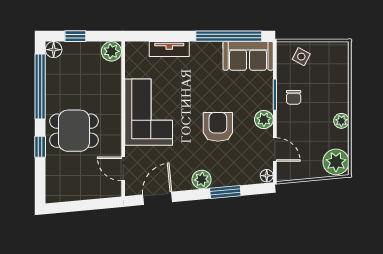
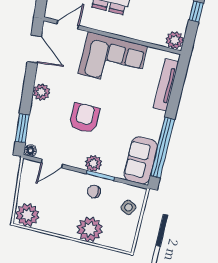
tv unit: (169, 49) -> (166, 85), width x1.41
plant: (264, 120) -> (93, 163), moved
plant: (341, 121) -> (90, 229), moved, width x1.88, depth x1.88
armchair: (218, 127) -> (84, 118), turned -90
window: (225, 192) -> (22, 128), moved

